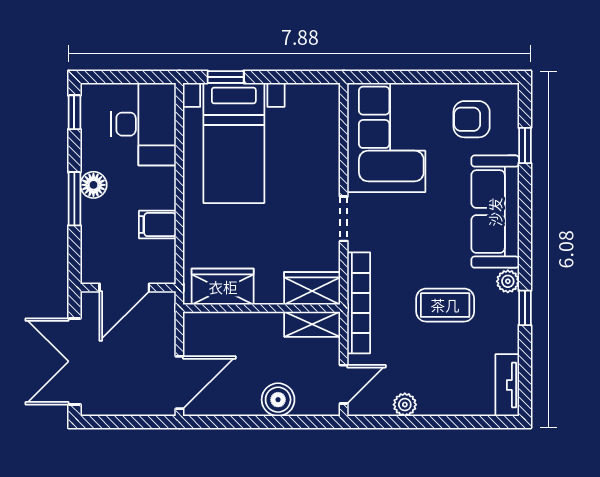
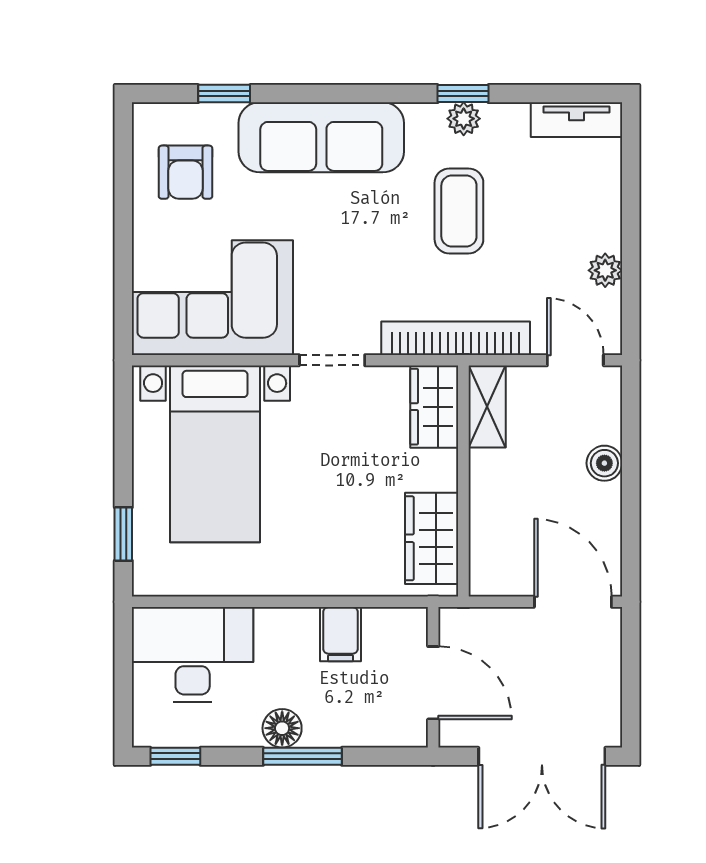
bed with nightstands: (234, 143) -> (215, 454), moved, turned 90
plant: (508, 281) -> (464, 119), moved
boiler: (278, 400) -> (604, 463), width x0.73, depth x0.73

